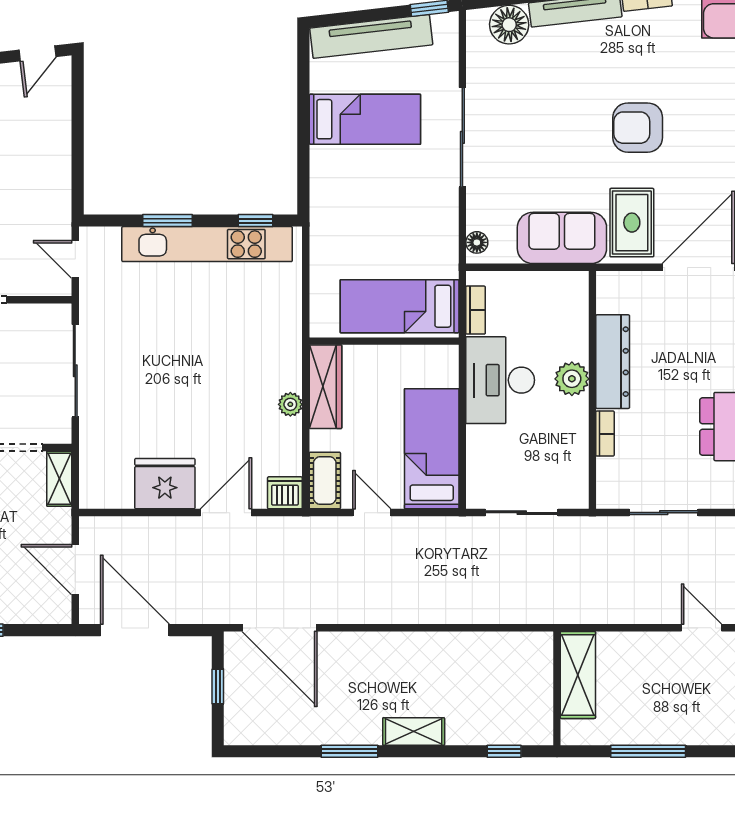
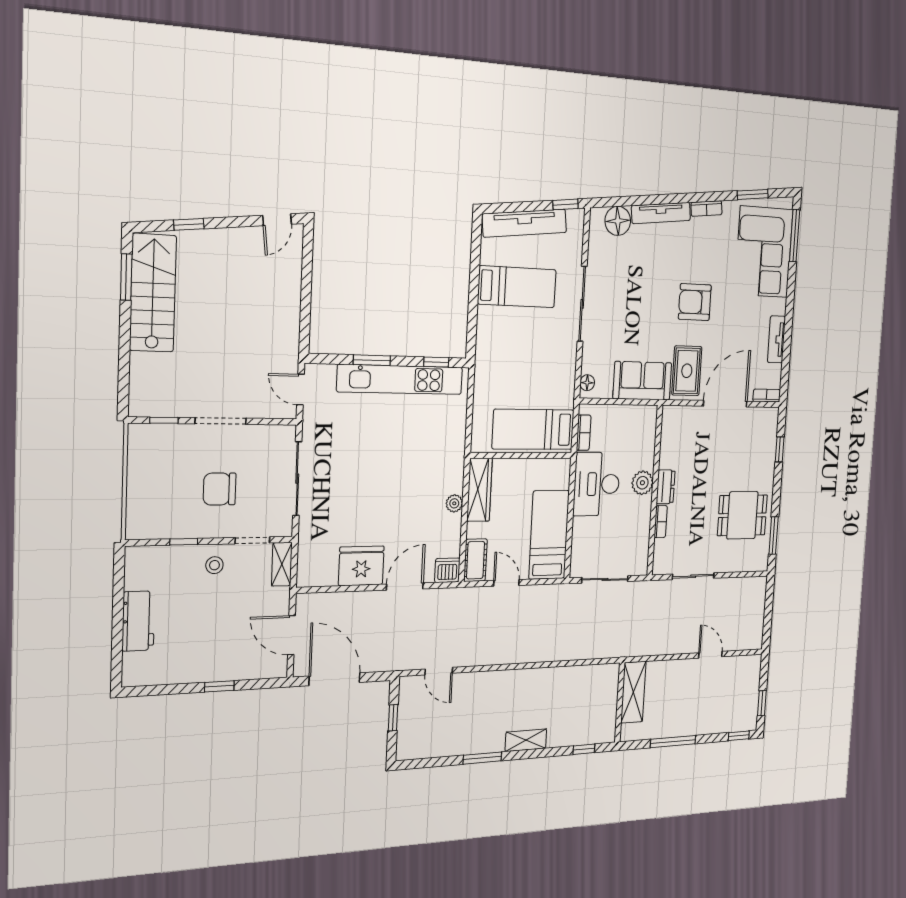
dresser: (613, 362) -> (666, 487), width x0.51, depth x0.80
door: (279, 628) -> (439, 671), width x0.53

